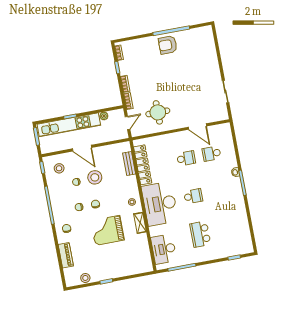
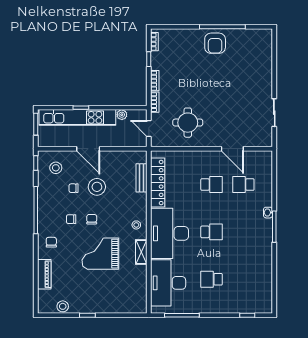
armchair: (168, 45) -> (215, 43), turned -90
door: (128, 123) -> (149, 129), swing flipped
school desk: (200, 234) -> (212, 279), width x0.54
desk: (164, 249) -> (168, 283), width x1.36, depth x1.30

